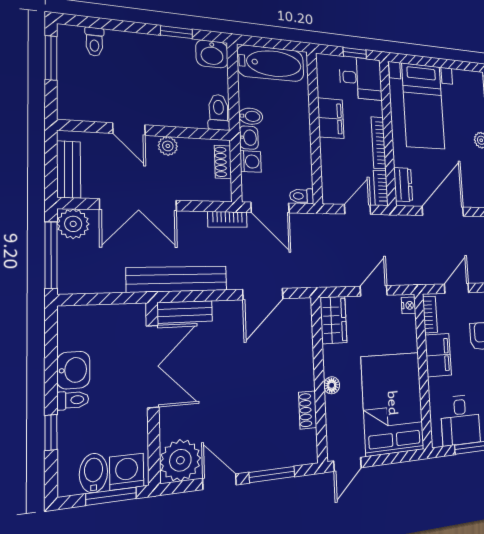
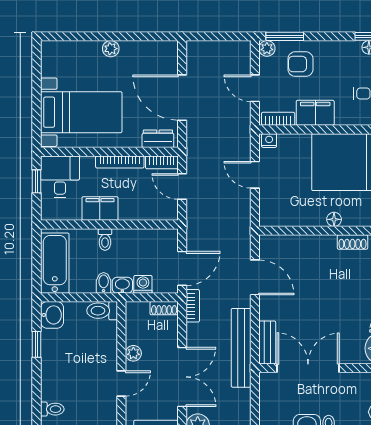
shoe rack: (223, 162) -> (164, 308), moved
toilet: (302, 196) -> (105, 239), moved
wardrobe: (333, 320) -> (279, 215), removed

